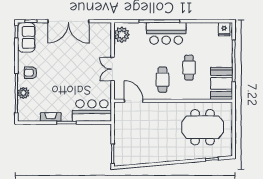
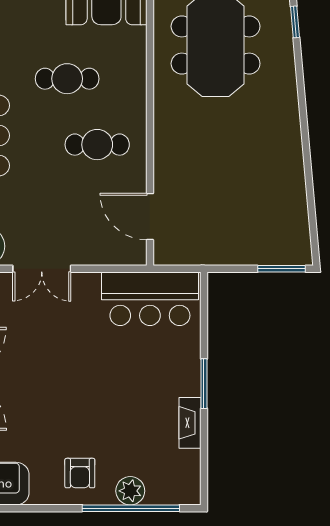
double door: (113, 69) -> (42, 269), moved
door: (134, 101) -> (150, 217), hinge flipped
bar counter: (92, 111) -> (150, 299), moved, turned -90

